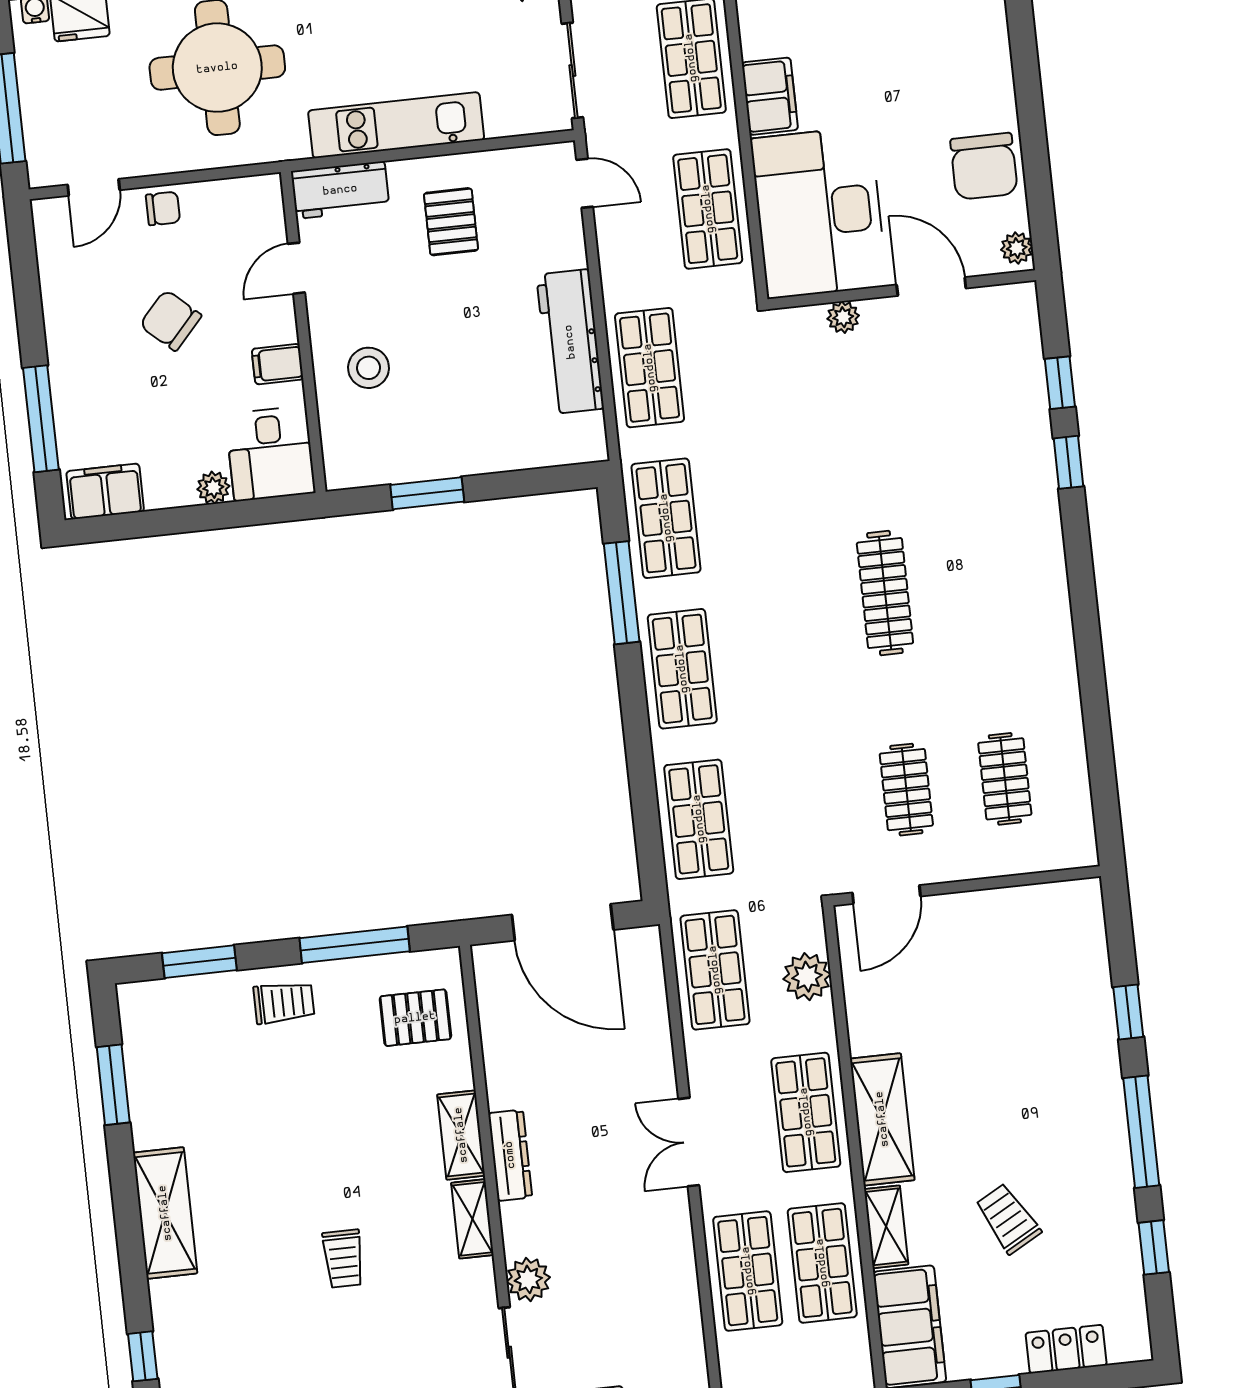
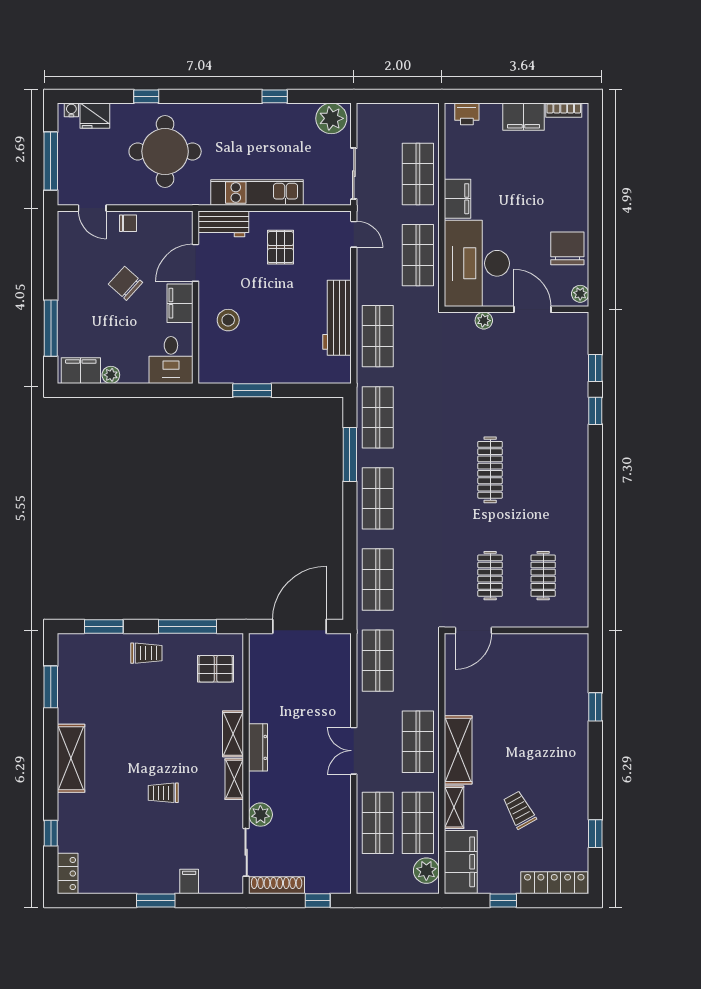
chair: (984, 166) -> (567, 248), turned 180
door: (94, 187) -> (92, 208), hinge flipped
door: (296, 268) -> (196, 263), width x1.38
filing cabinet: (278, 364) -> (180, 303), width x2.00
plant: (213, 488) -> (111, 375), moved
door: (563, 922) -> (299, 626), swing flipped
plant: (807, 977) -> (426, 871), moved
window: (1141, 1132) -> (595, 771), removed
trolley: (343, 1259) -> (163, 793), turned 90
locker: (1066, 1349) -> (554, 883), width x1.53

